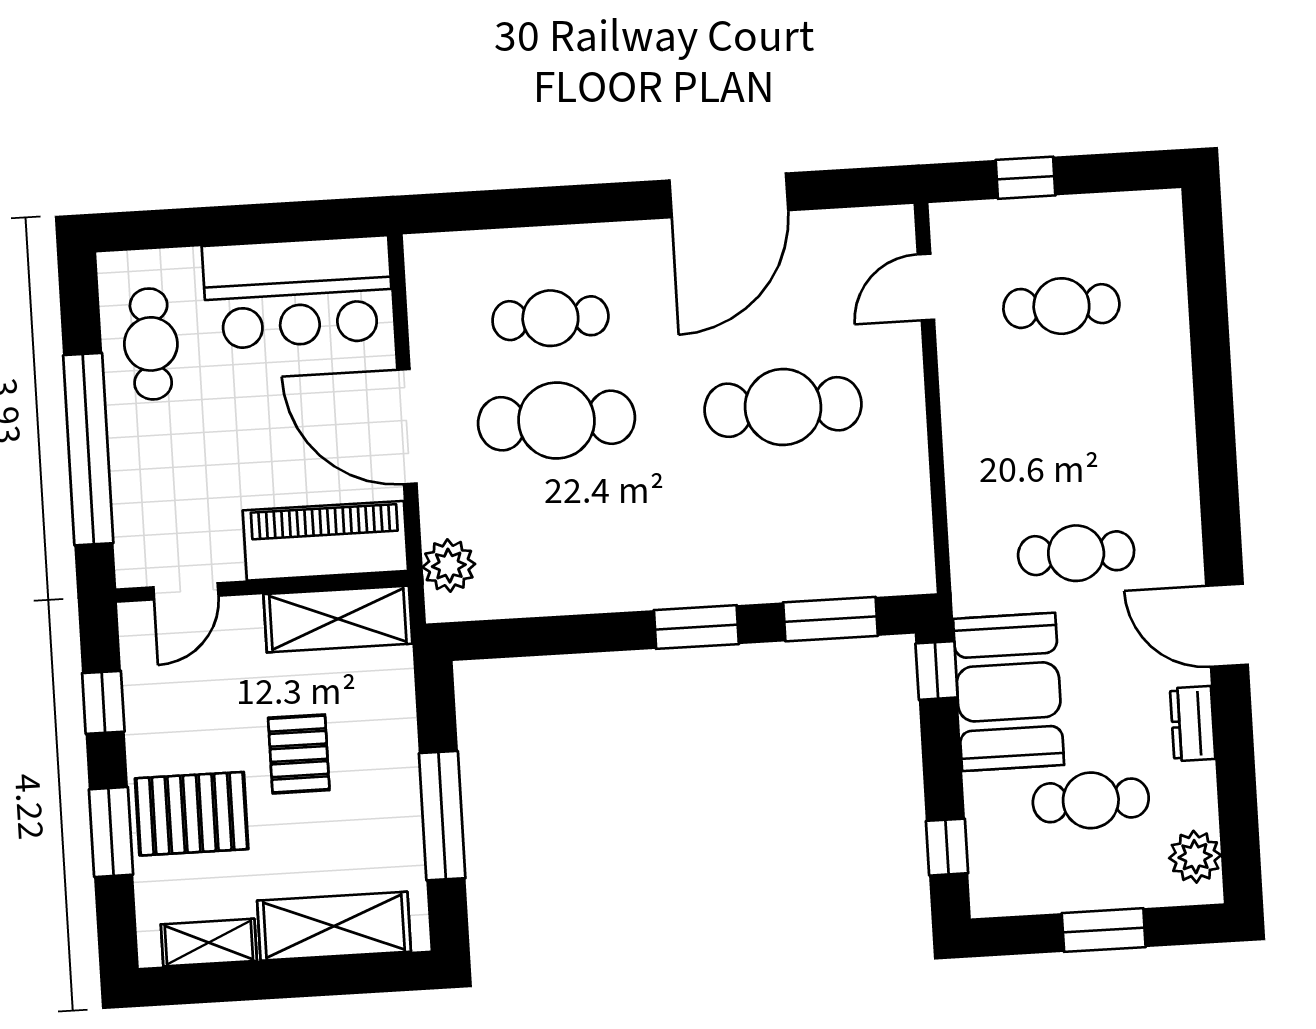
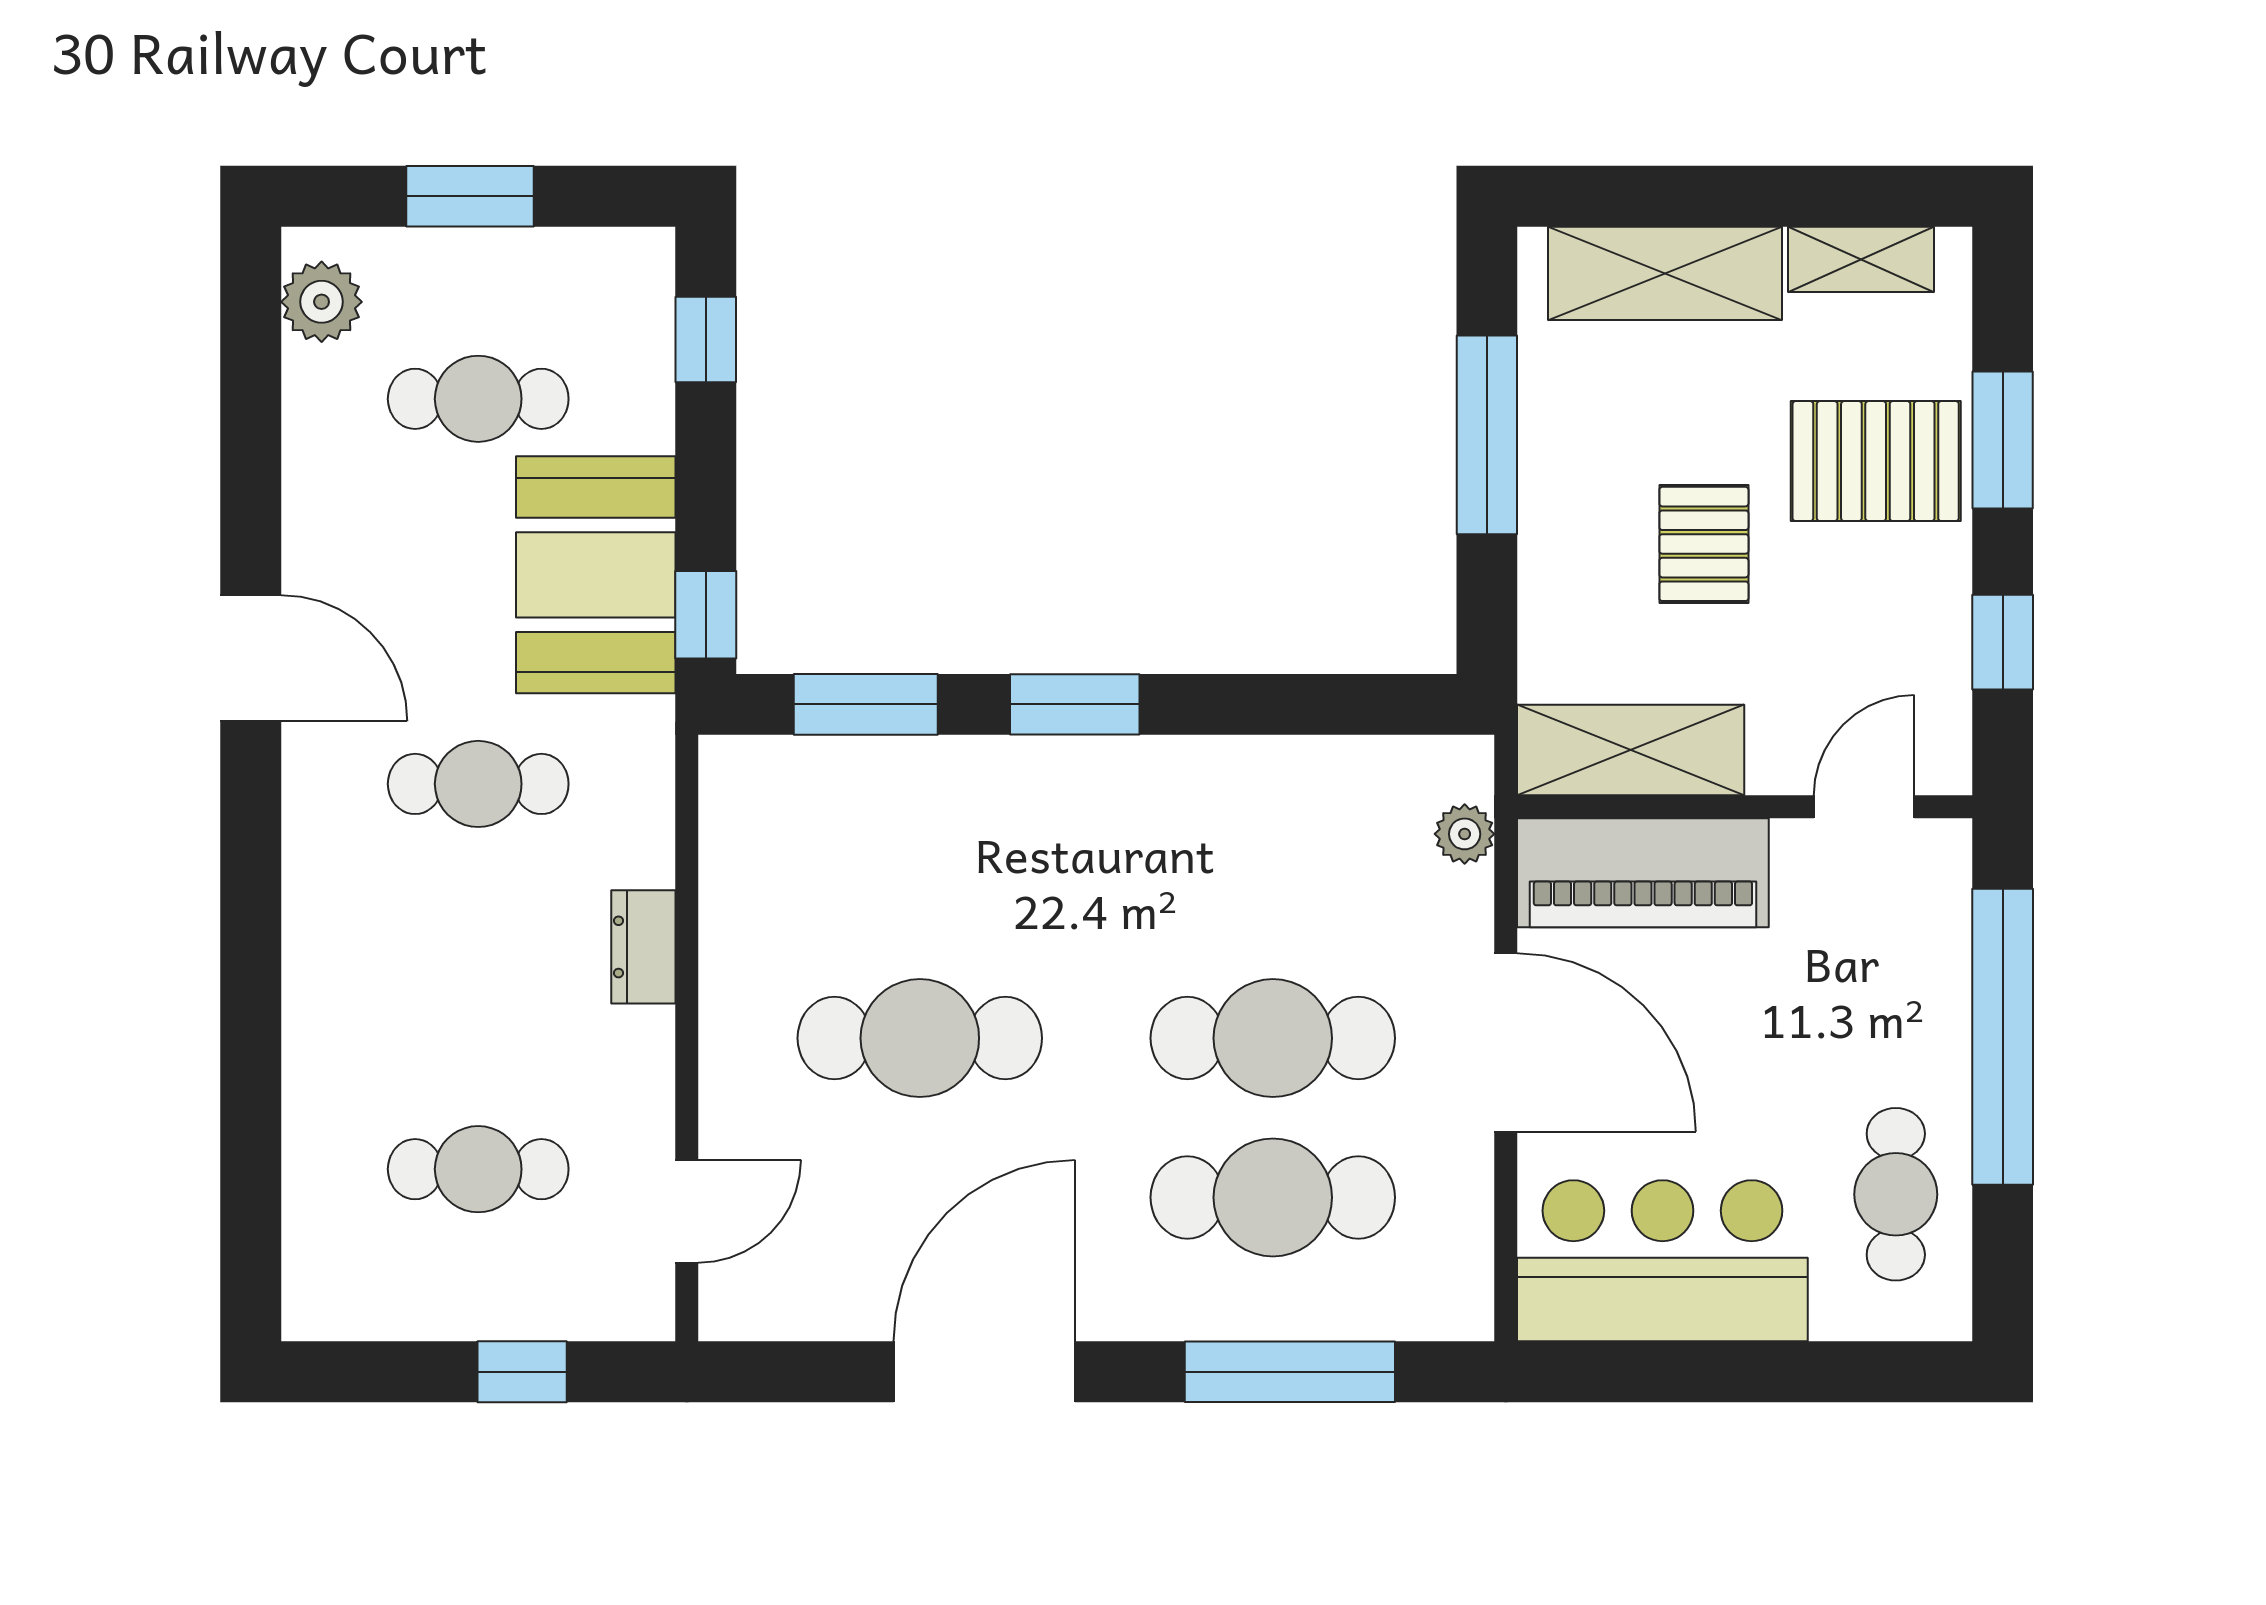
window: (533, 207) -> (1290, 1372), added
cafe table: (550, 318) -> (1273, 1197), width x1.37, depth x1.35
plant: (449, 566) -> (1465, 834), width x0.73, depth x0.73
dresser: (1193, 724) -> (643, 947), moved, turned 180

